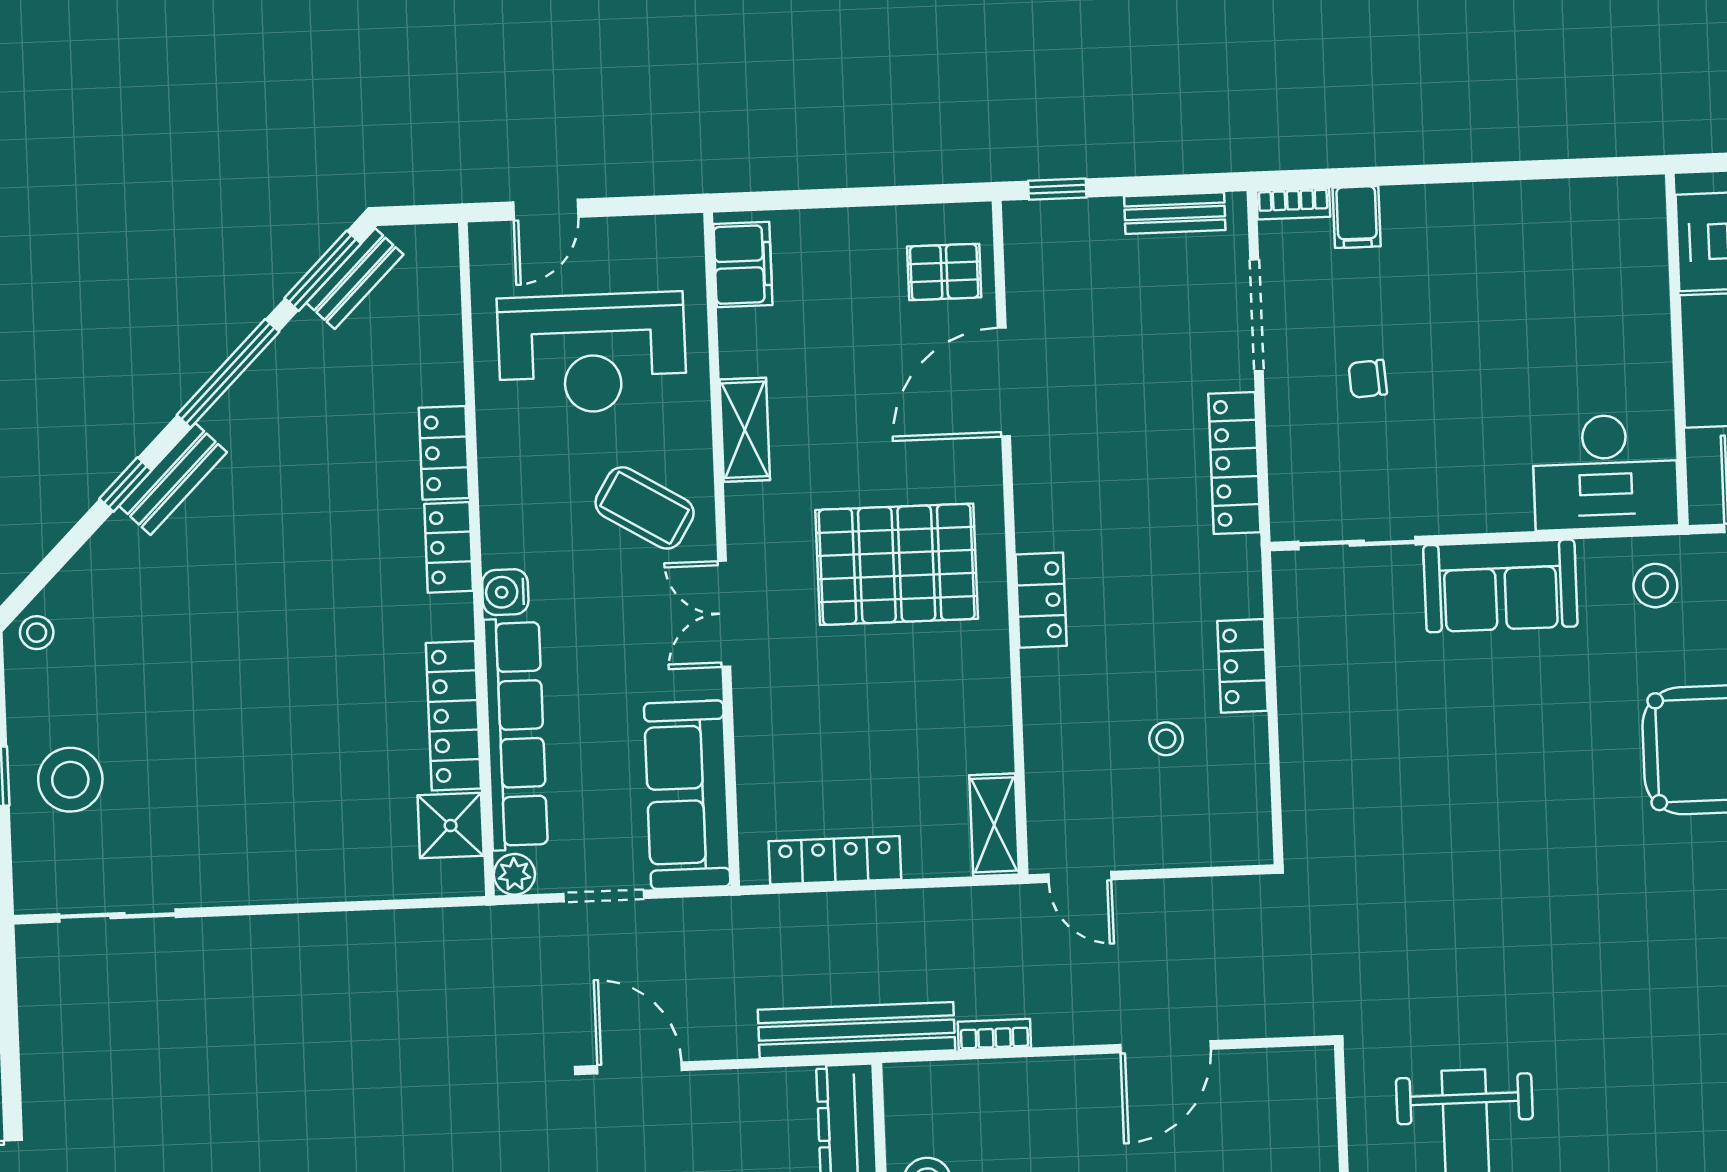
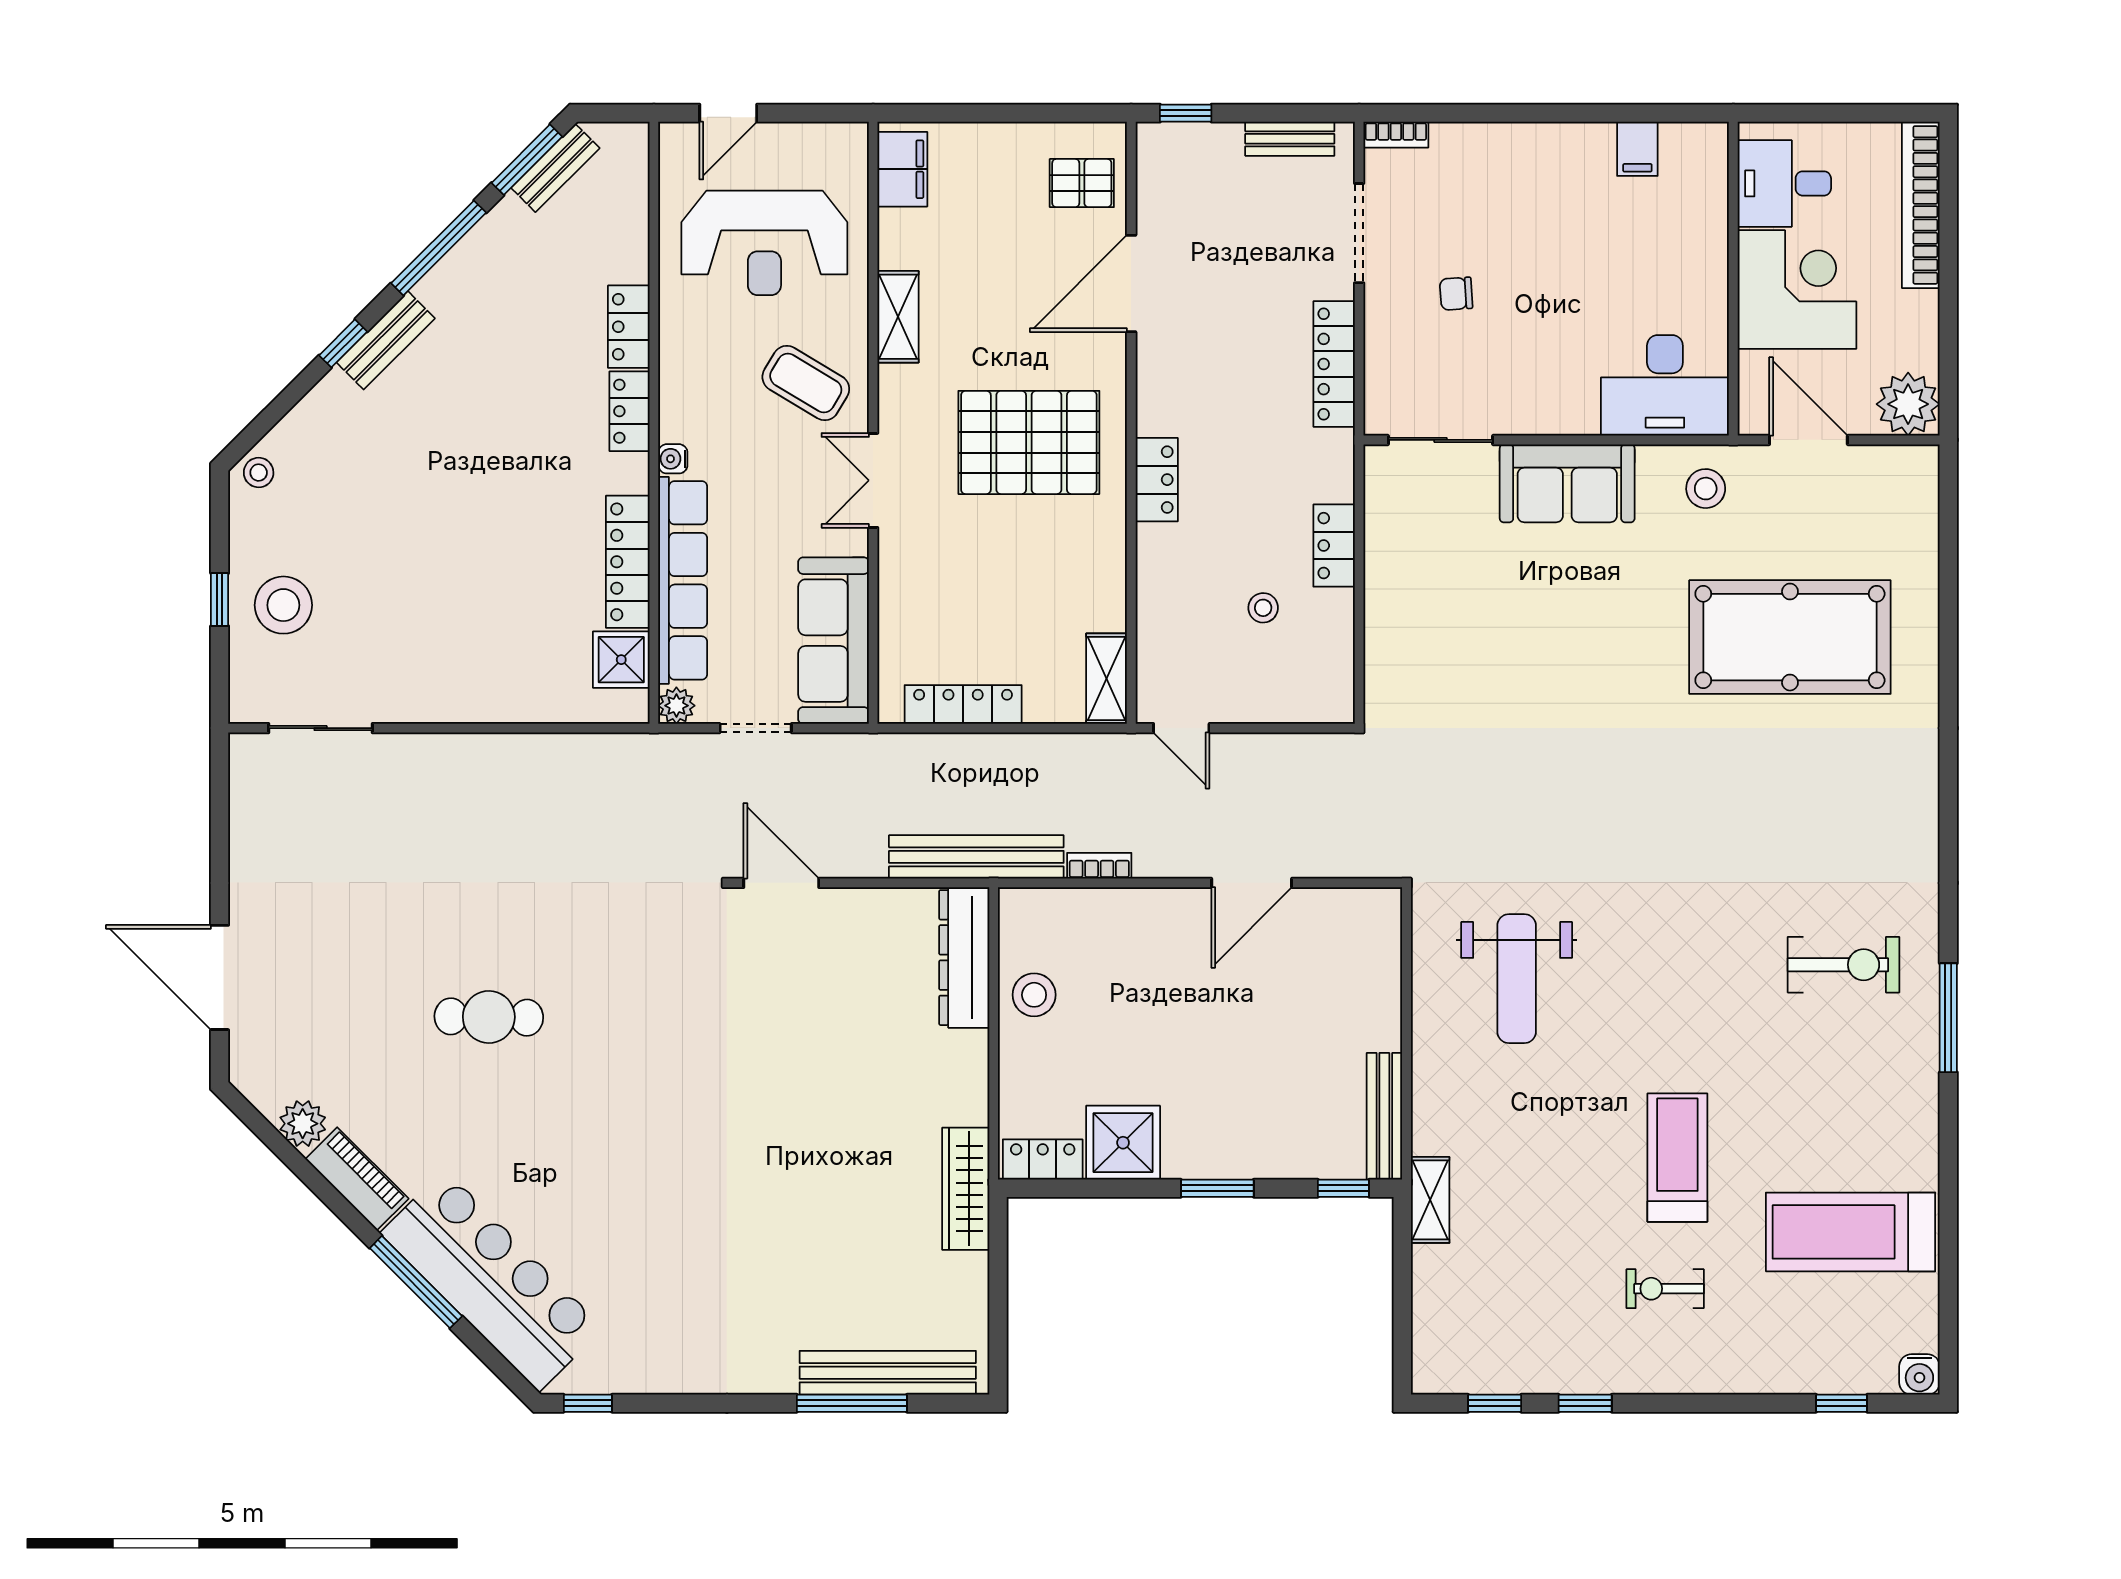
filing cabinet: (1357, 217) -> (1637, 149), moved
water cooler: (505, 592) -> (673, 459), width x0.72, depth x0.72

